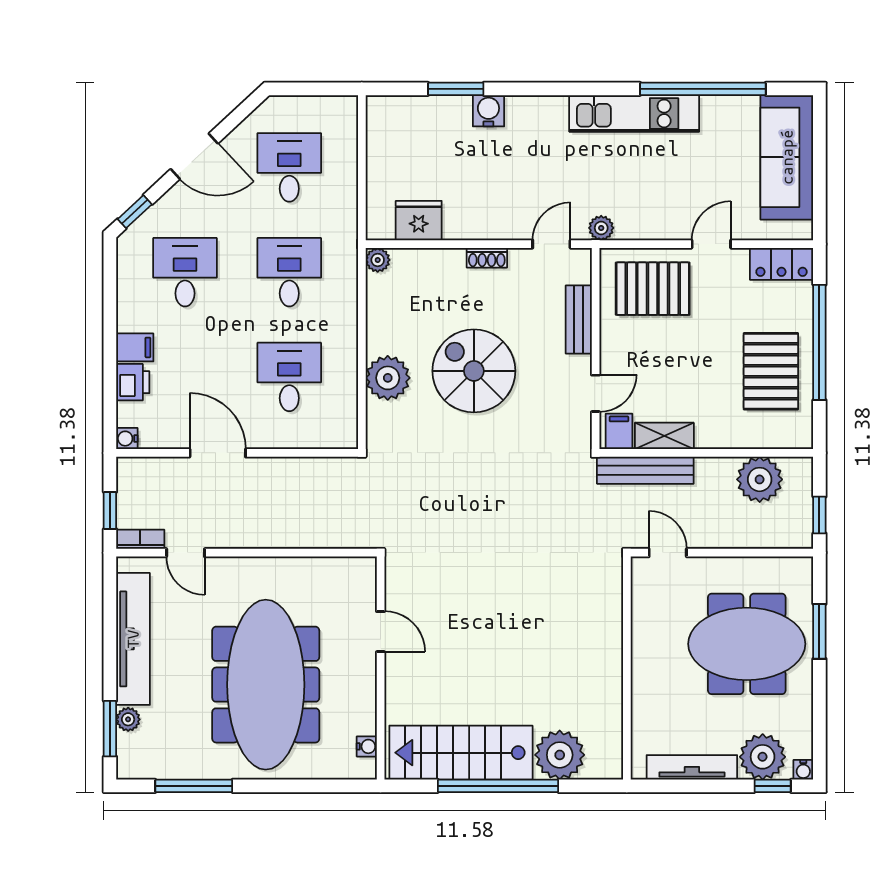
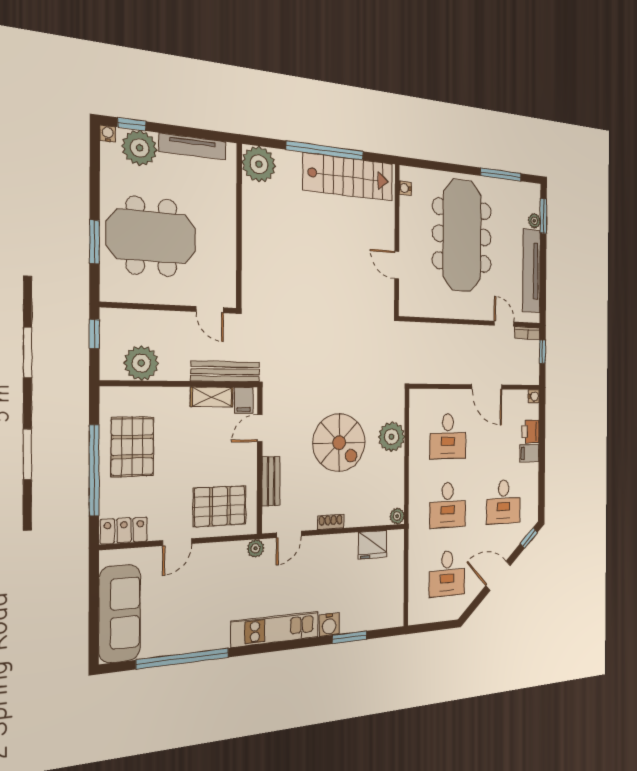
kitchen unit: (634, 113) -> (275, 629), moved
plant: (560, 755) -> (259, 164), moved

